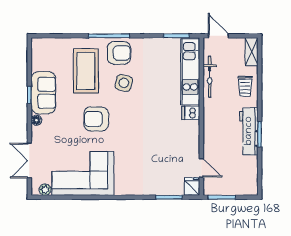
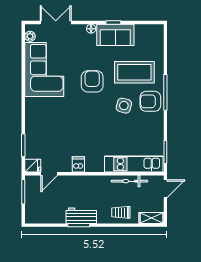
armchair: (119, 53) -> (150, 101), turned 90
dishwasher: (191, 113) -> (78, 164), moved
workbench: (249, 131) -> (81, 216), width x0.73

